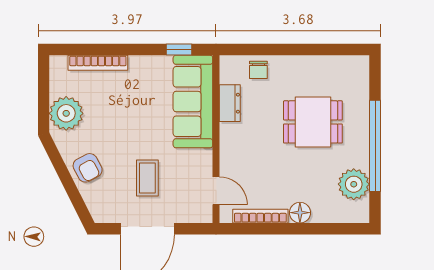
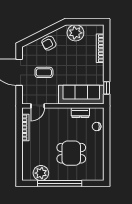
dining table: (313, 122) -> (71, 153), turned 90
floor lamp: (300, 213) -> (27, 147), removed

